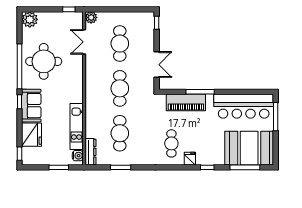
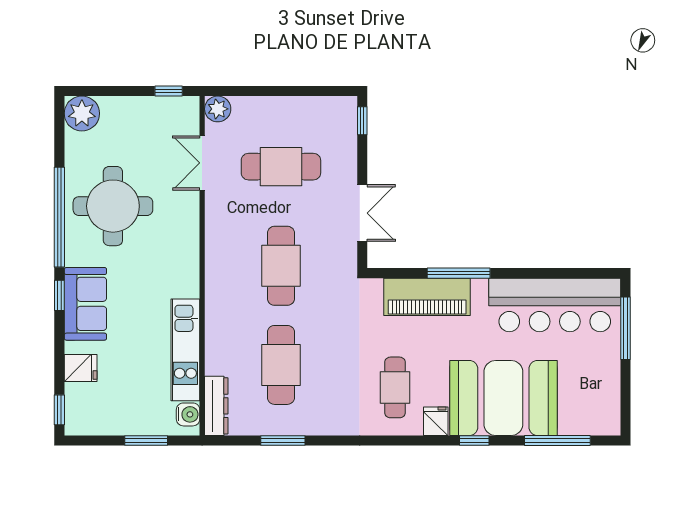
cafe table: (120, 44) -> (281, 167), turned 90
fridge: (32, 135) -> (81, 368), width x0.53, depth x0.75
booth: (249, 148) -> (503, 398), moved

